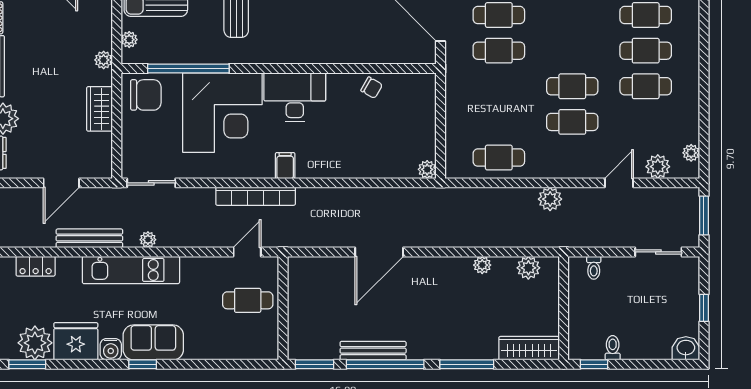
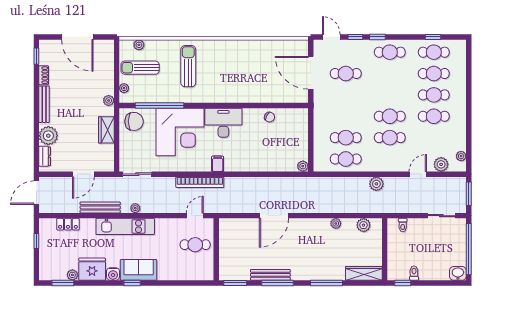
cafe table: (499, 51) -> (346, 138), moved
window: (704, 308) -> (469, 249), width x3.17
plant: (35, 343) -> (72, 275), width x0.53, depth x0.53
window: (385, 364) -> (278, 283), width x0.68

